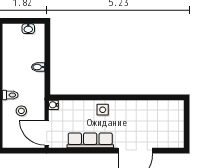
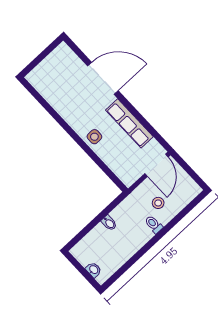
washbasin: (28, 29) -> (94, 270), moved
water cooler: (53, 105) -> (128, 181), removed

